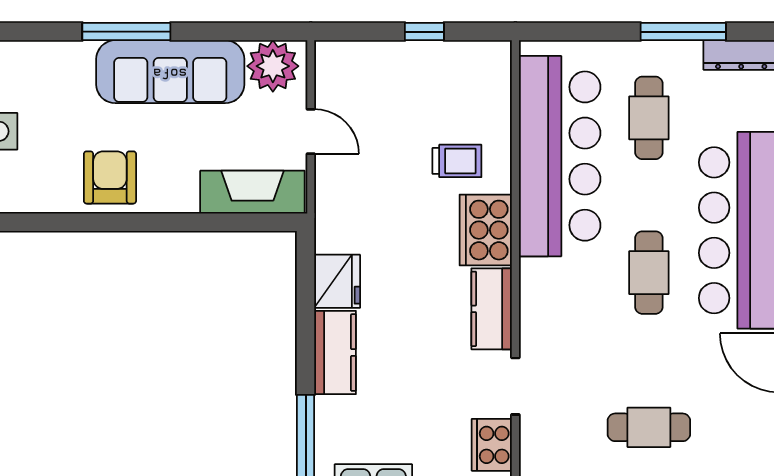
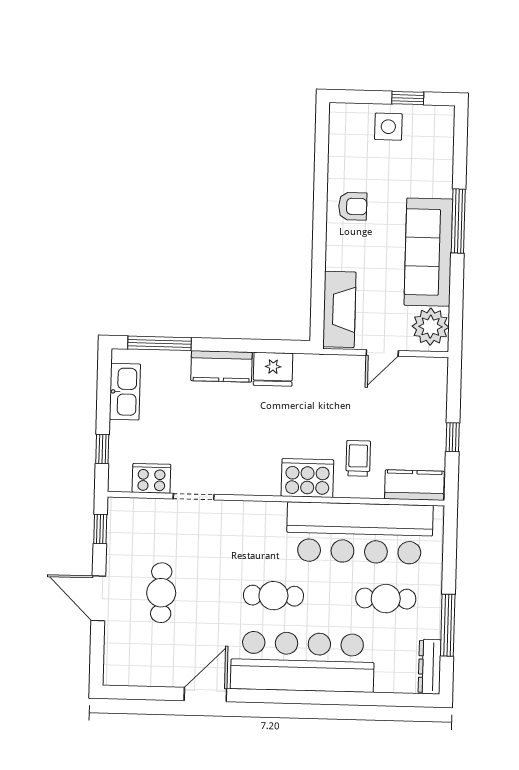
trolley: (457, 161) -> (358, 458), turned 180
armchair: (110, 177) -> (353, 206), width x0.72, depth x0.72
kitchen counter: (492, 309) -> (414, 485), moved

